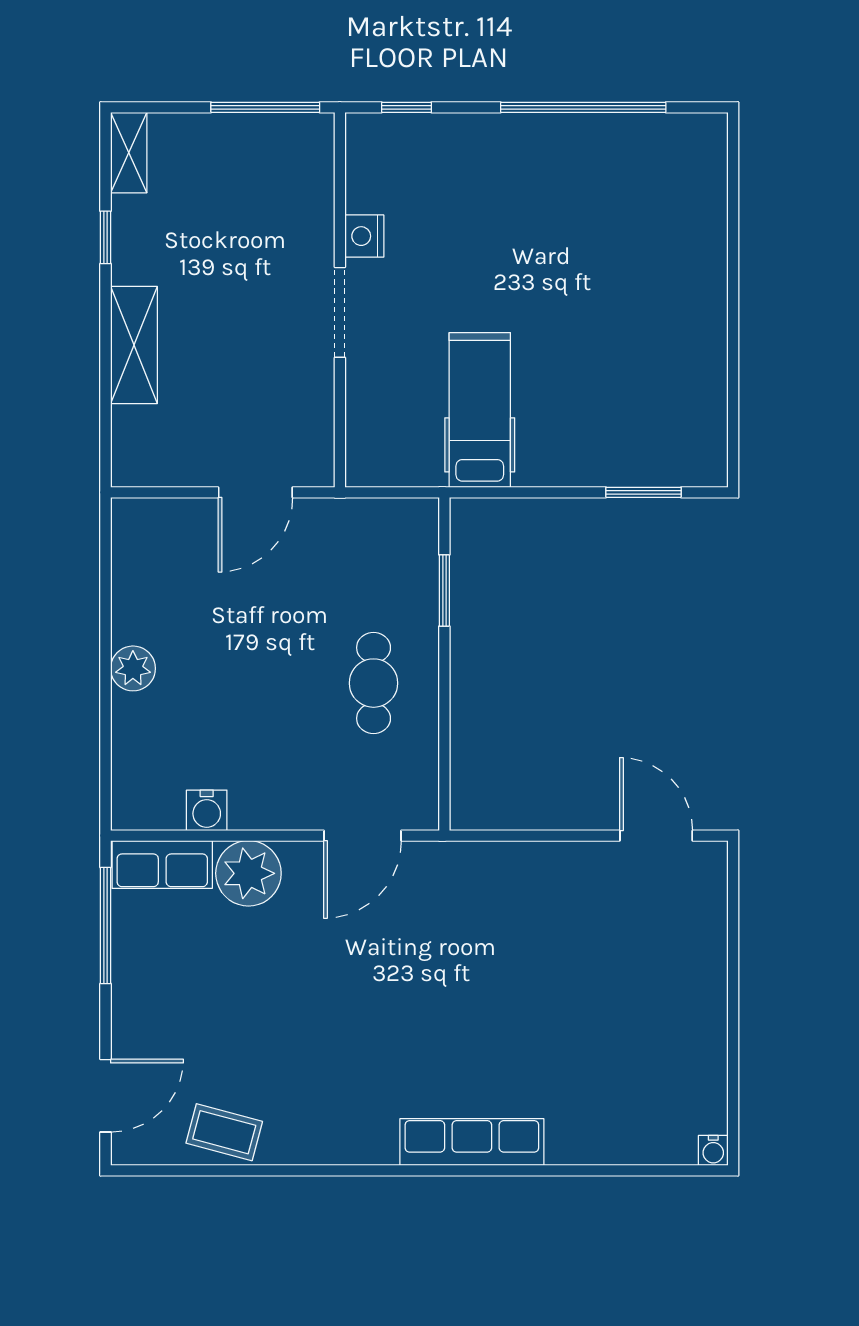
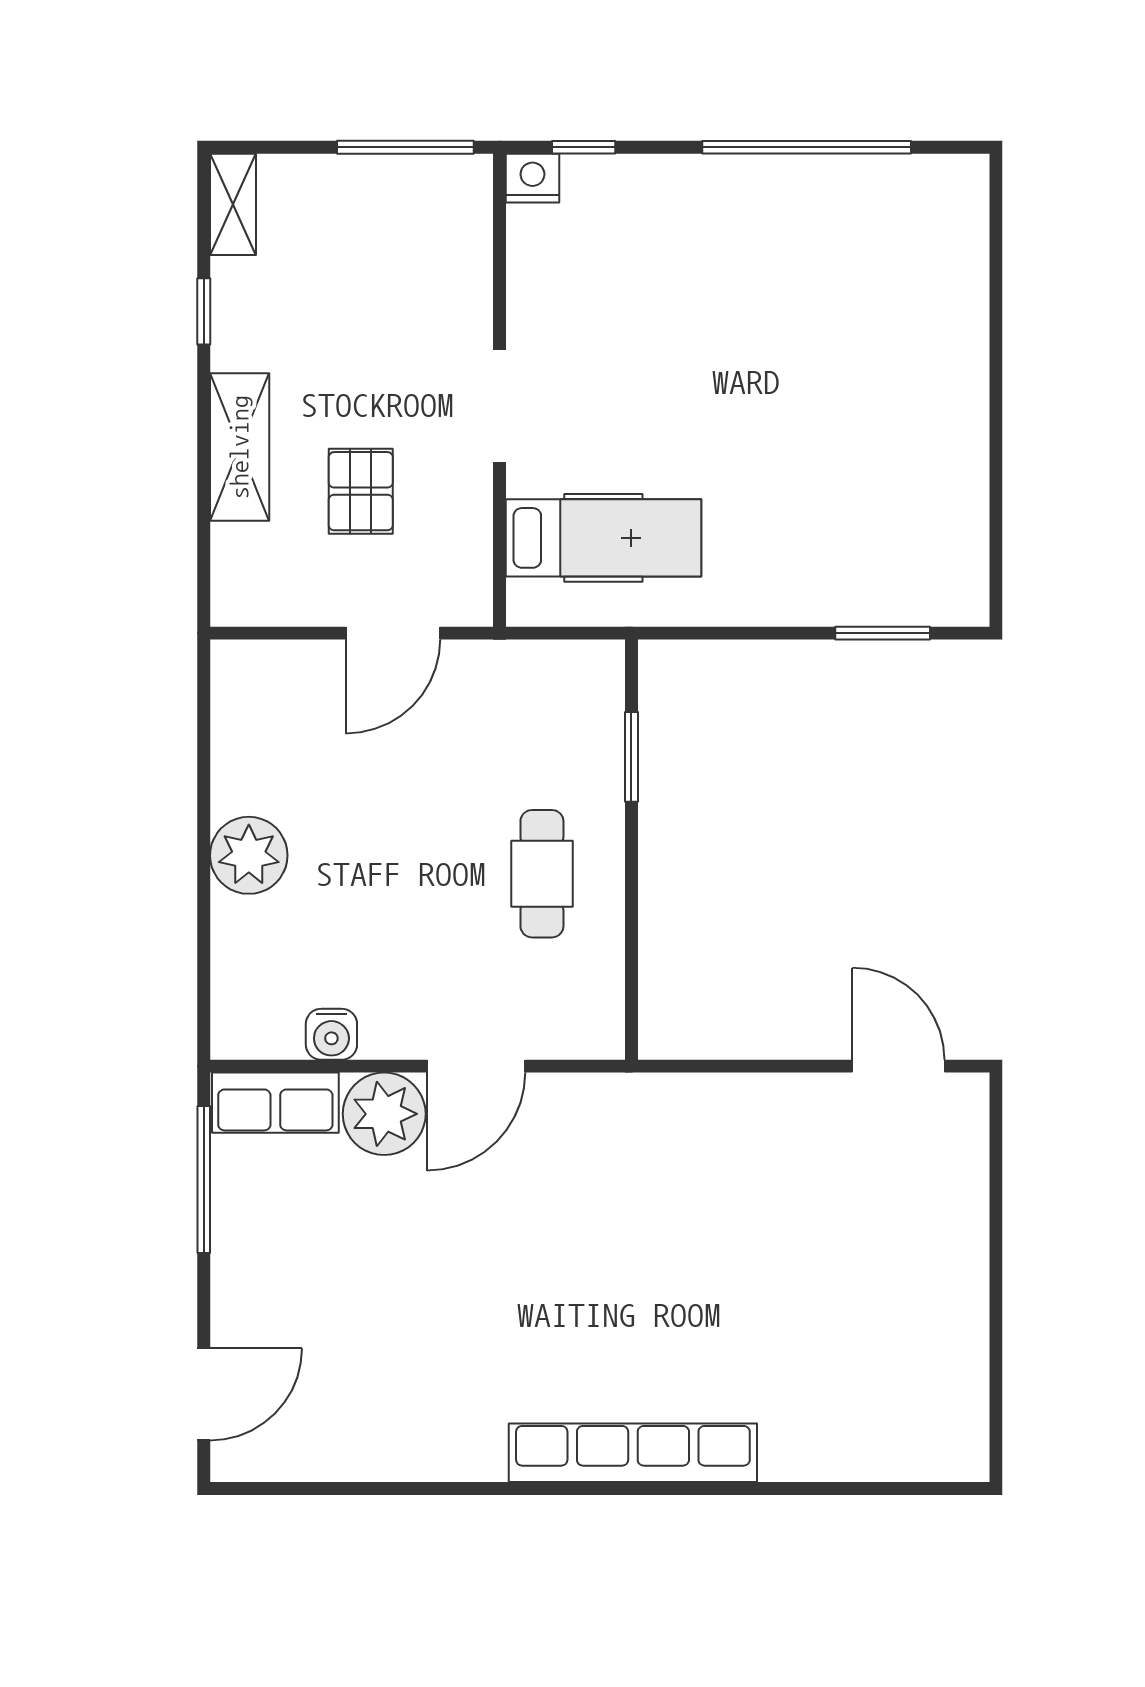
nightstand: (364, 236) -> (532, 178), moved, turned 90
pallet: (230, 380) -> (361, 491), added
hospital bed: (480, 410) -> (603, 538), moved, turned 90
plant: (133, 668) -> (249, 855), width x1.36, depth x1.36
door: (362, 836) -> (476, 1066), moved
coffee table: (224, 1132) -> (354, 1441), removed
row of seats: (472, 1142) -> (633, 1453), width x1.36
water cooler: (713, 1150) -> (971, 1463), removed

